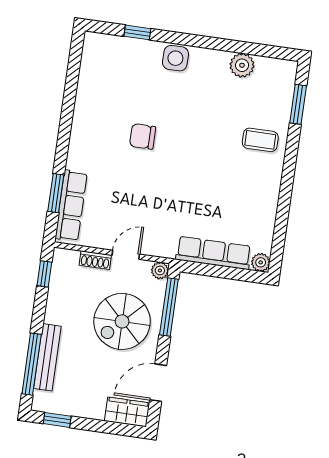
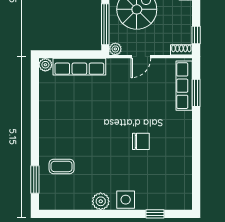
plant: (242, 65) -> (101, 201), moved
coffee table: (260, 140) -> (62, 166), moved
shoe rack: (95, 260) -> (181, 50), moved

